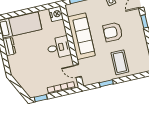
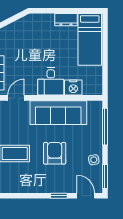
nightstand: (56, 14) -> (73, 87), moved

